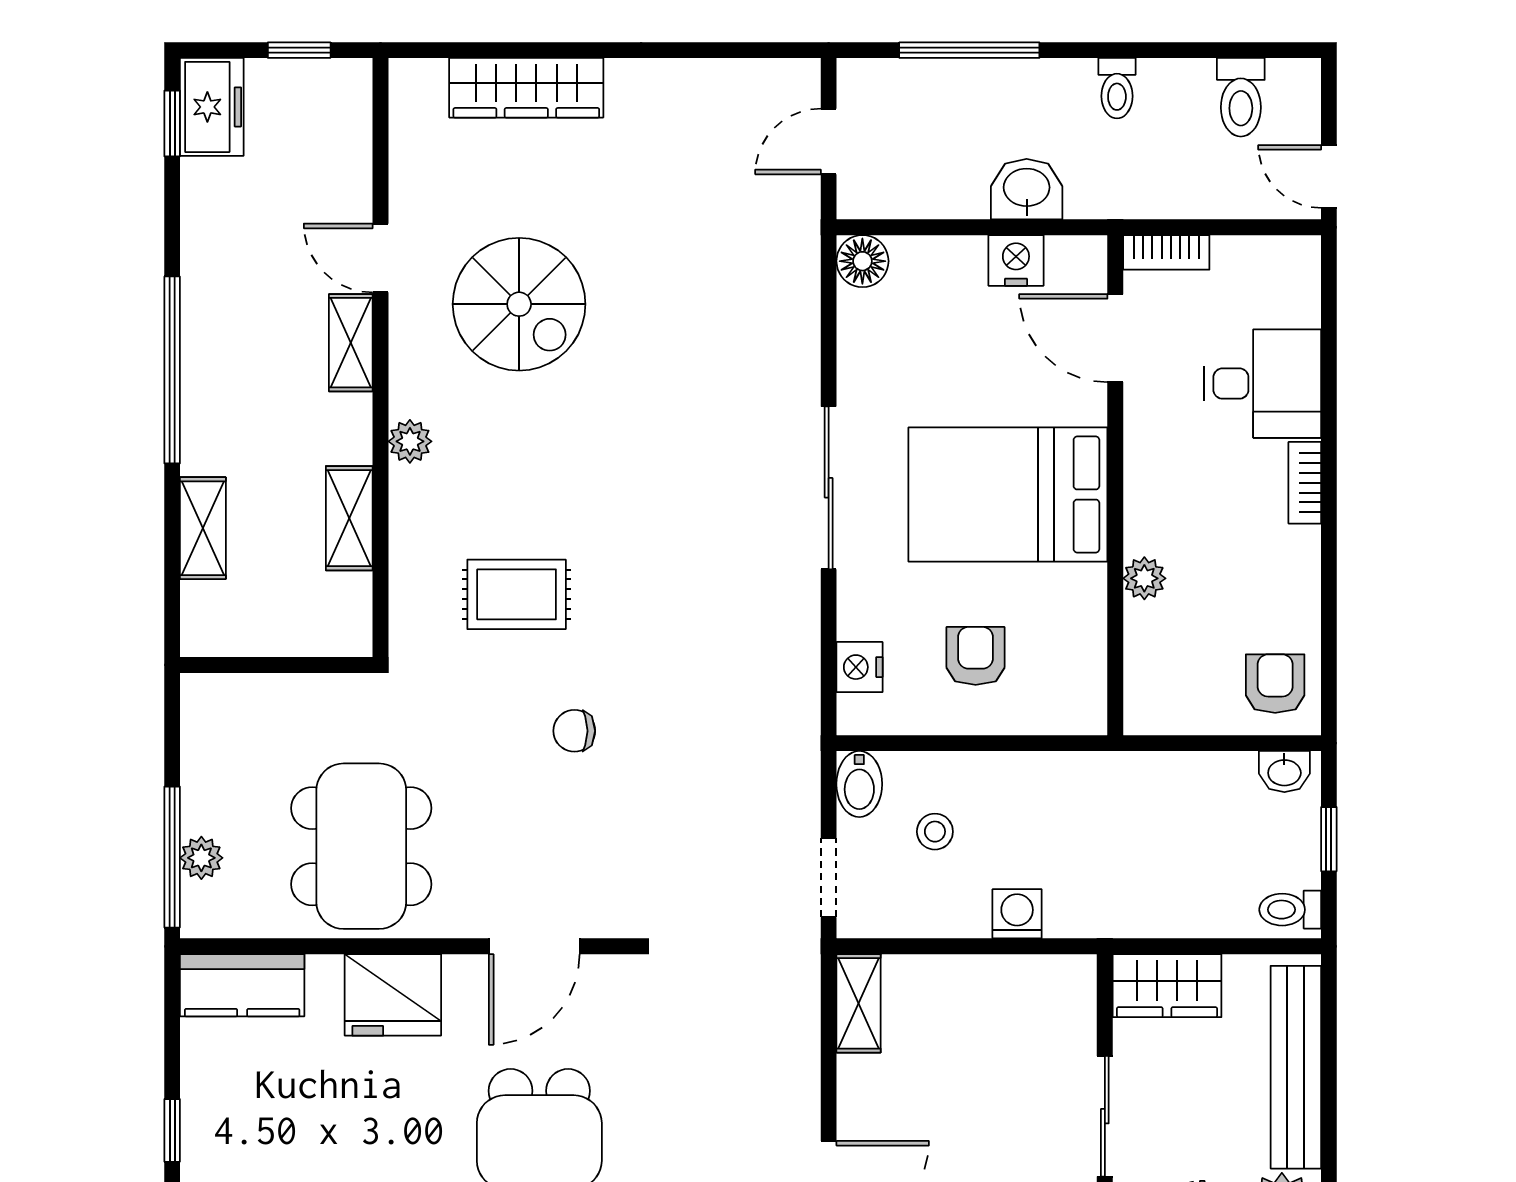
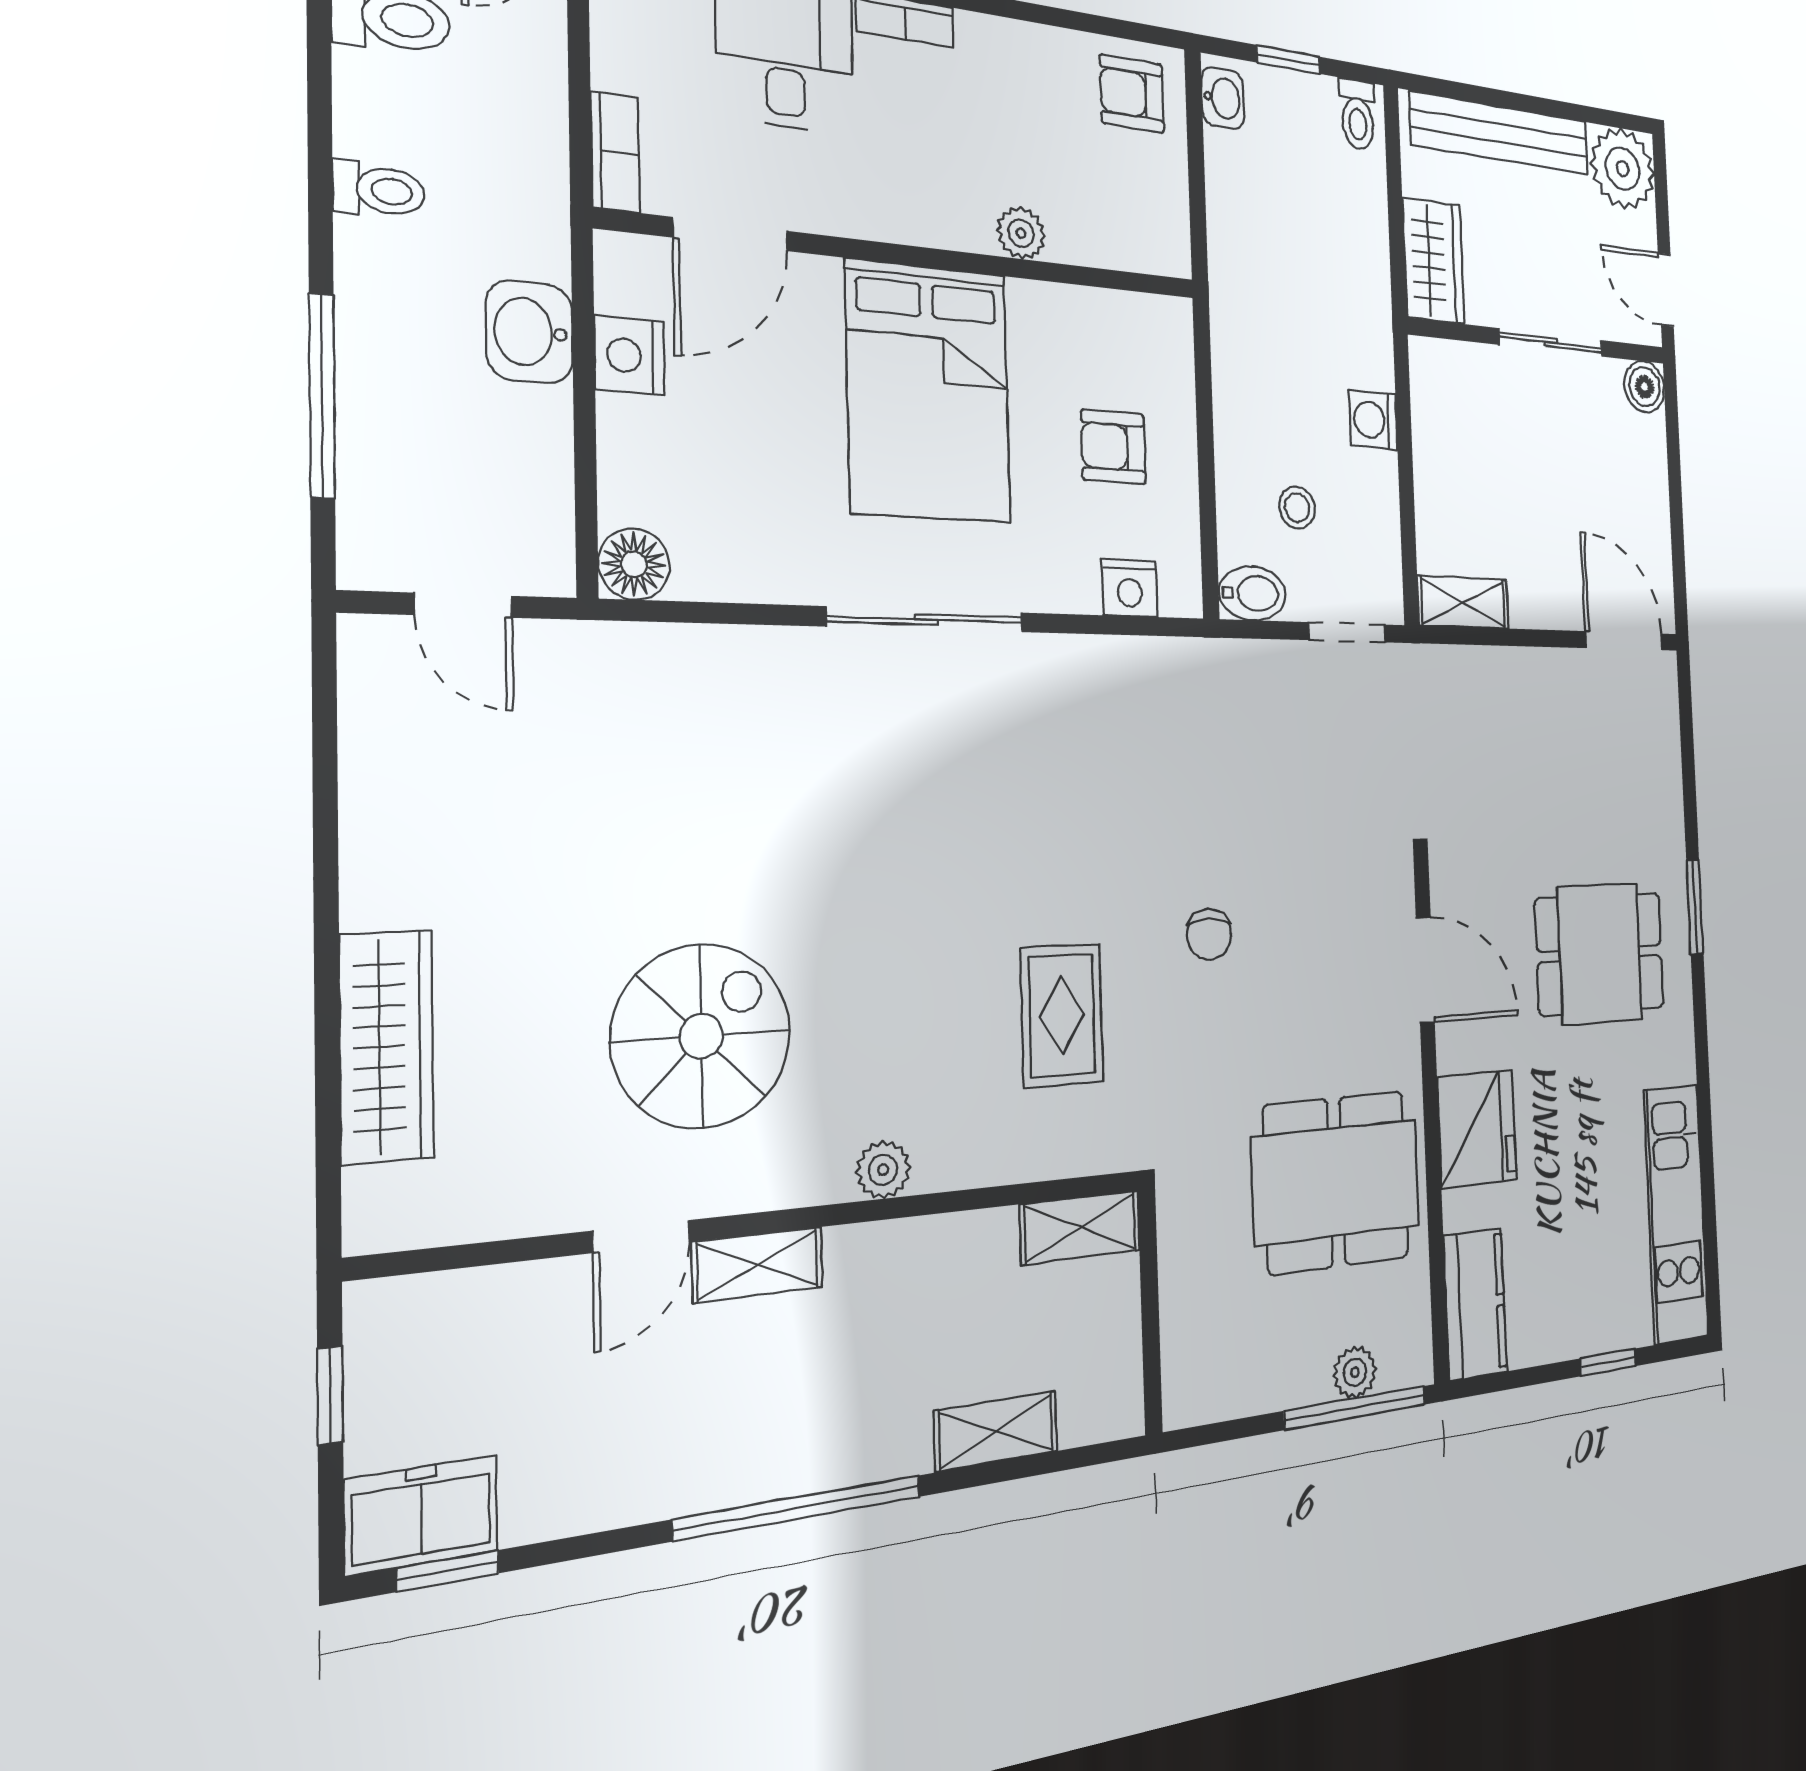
shelving: (349, 518) -> (1080, 1227), moved

